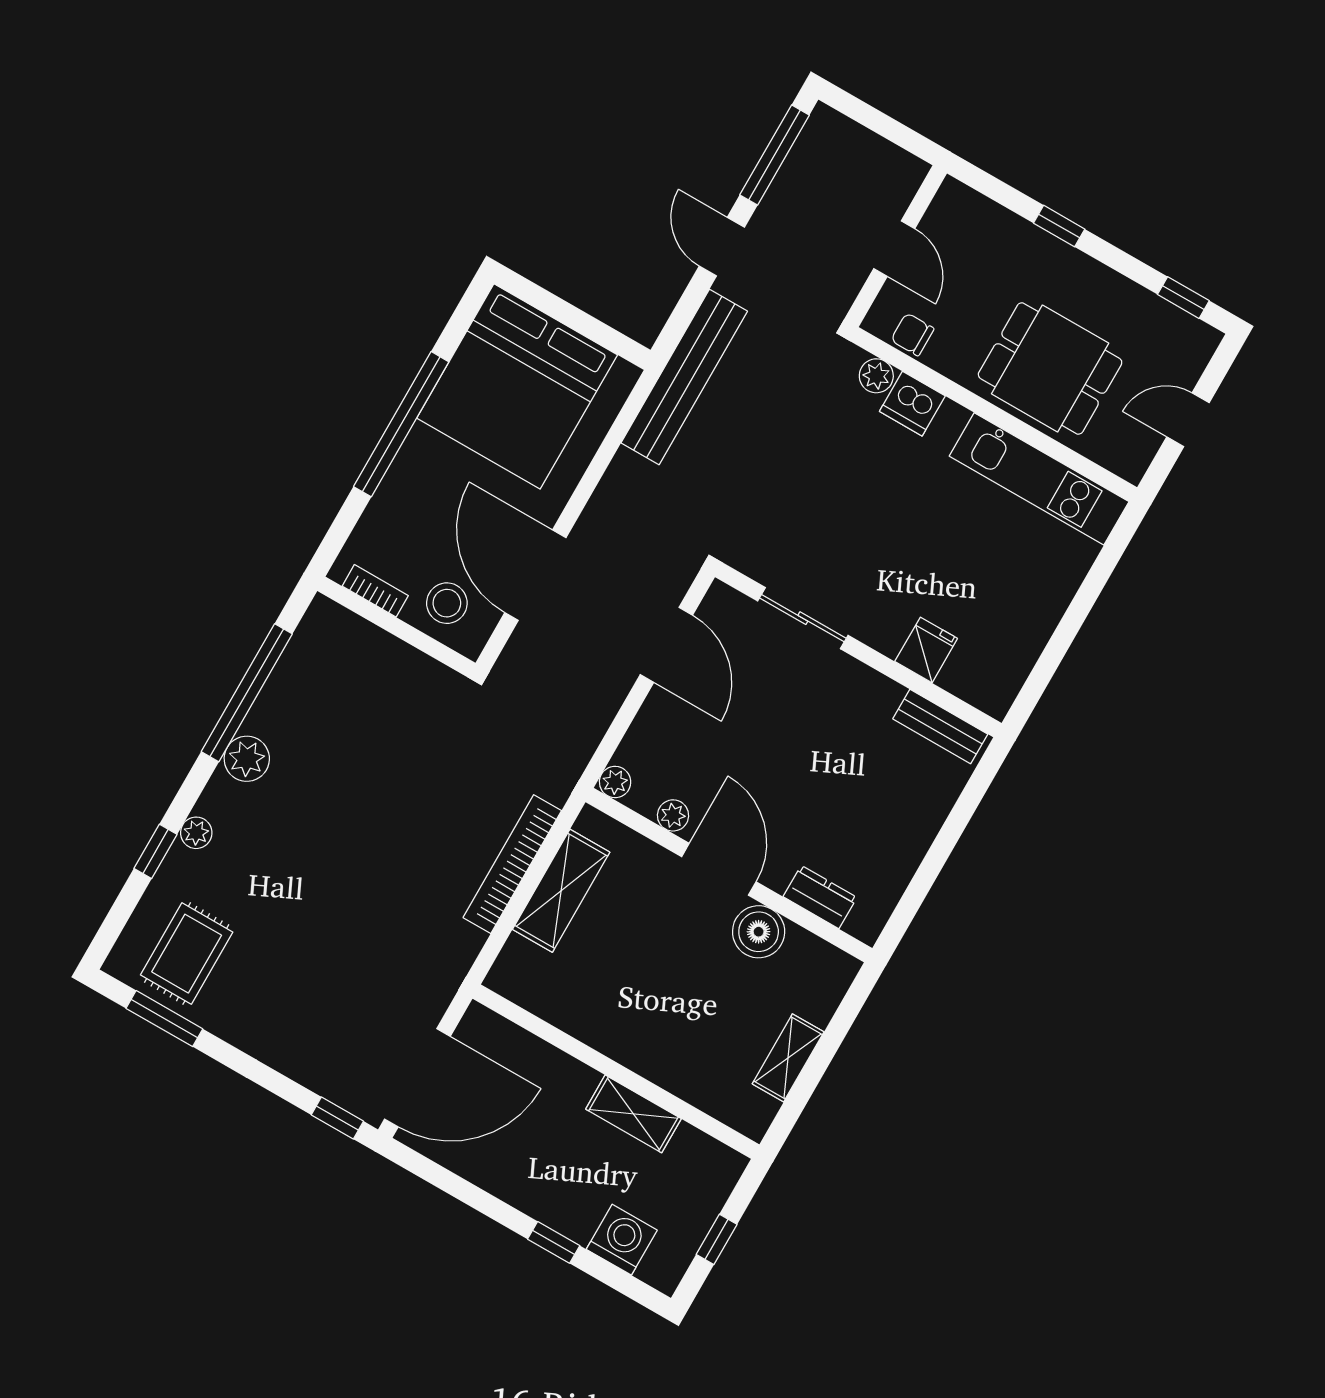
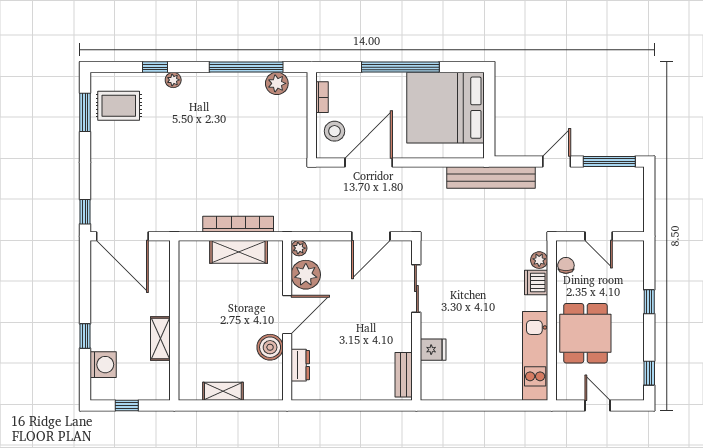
door: (894, 249) -> (599, 236), hinge flipped
plant: (247, 759) -> (277, 83), moved
plant: (673, 815) -> (306, 275), width x1.88, depth x1.88

